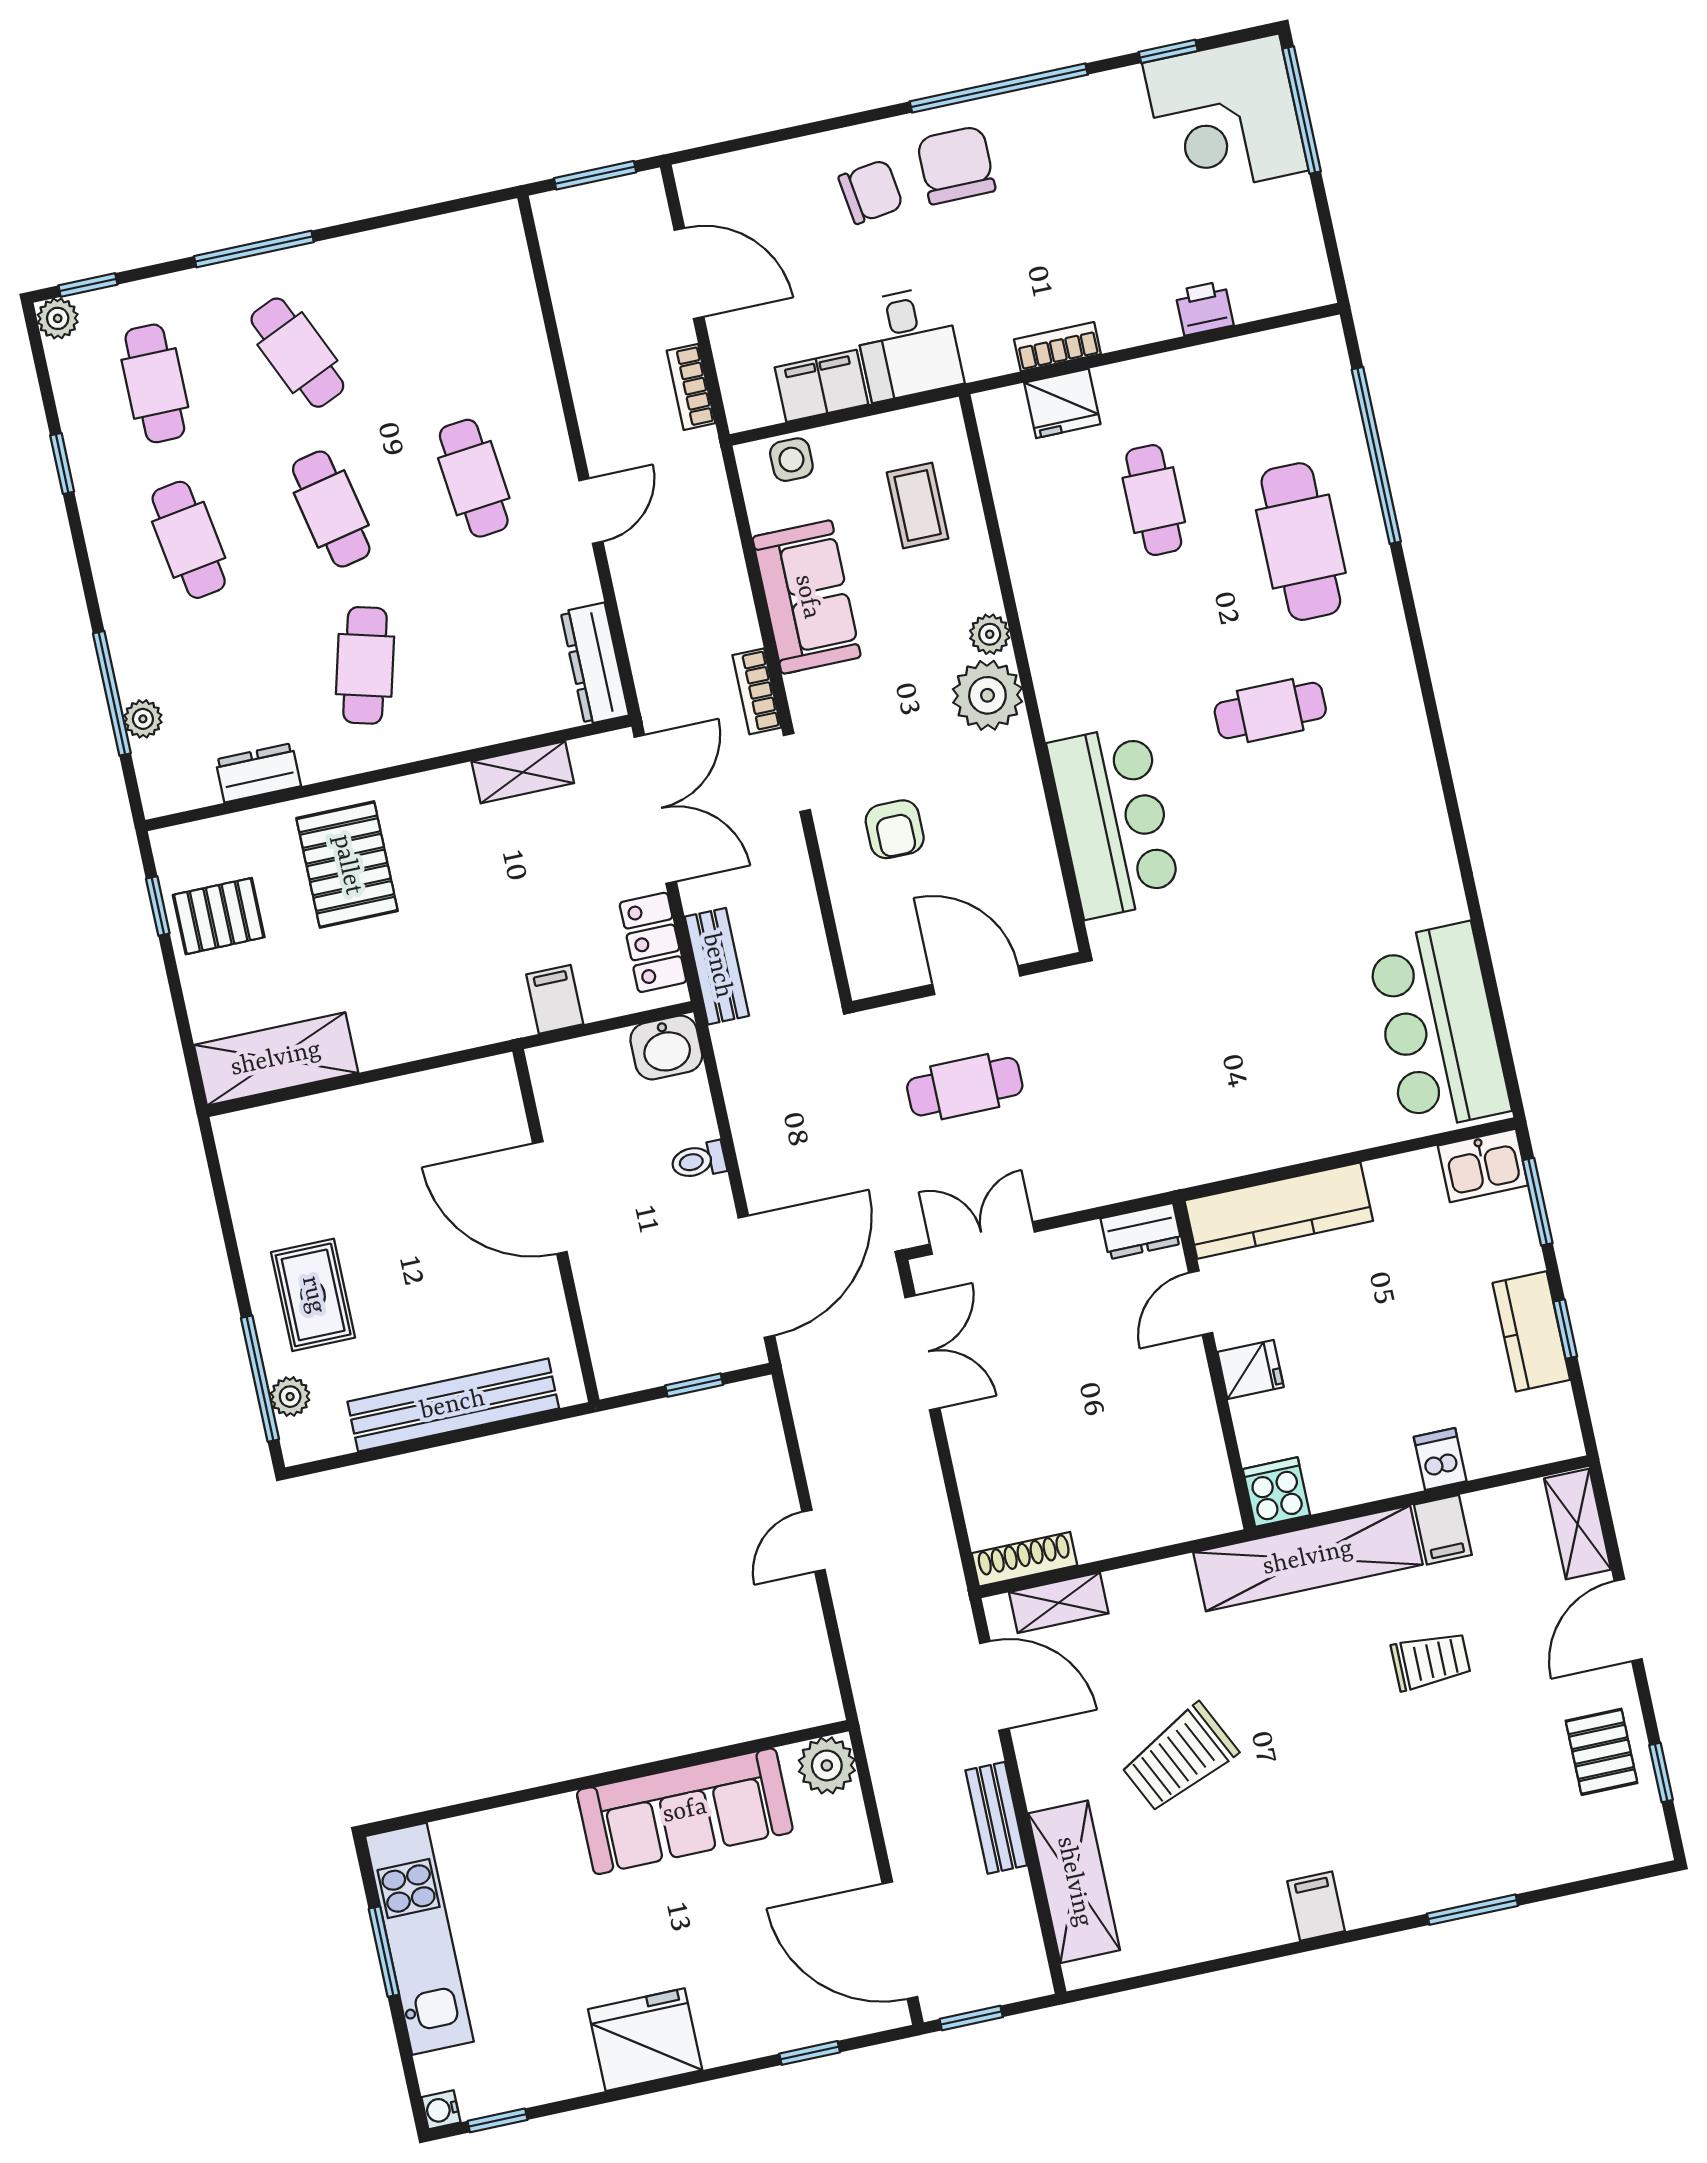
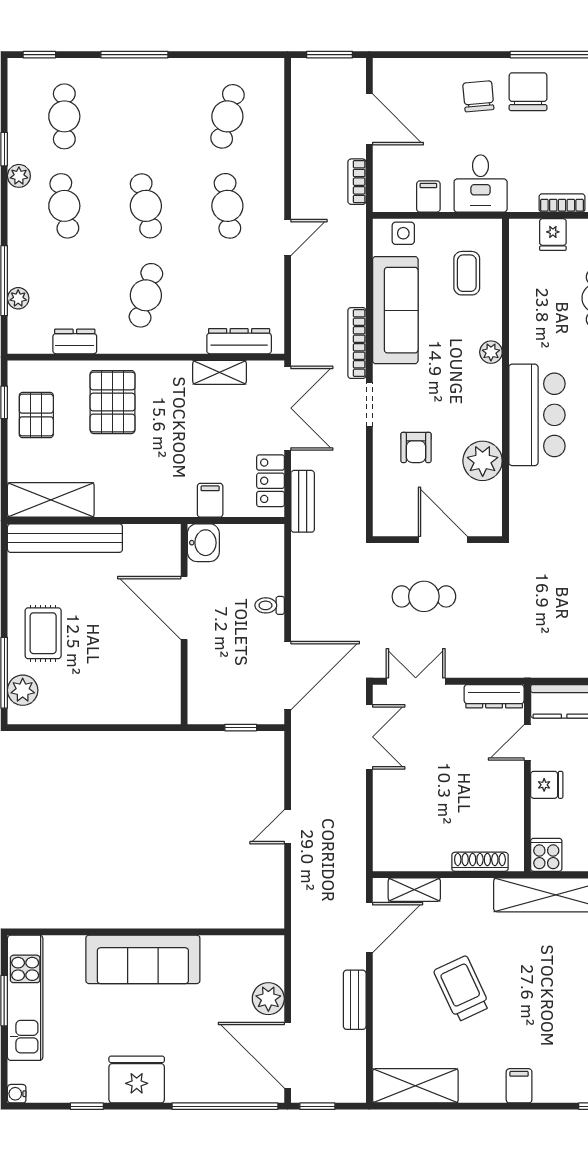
chair: (871, 192) -> (478, 96), turned -87
plant: (58, 318) -> (19, 176), moved
cafe table: (297, 353) -> (227, 116), moved, turned 39
filing cabinet: (821, 386) -> (428, 196), width x0.50
fridge: (1062, 403) -> (553, 235), width x0.72
sofa: (807, 597) -> (395, 310), width x1.36
dresser: (595, 664) -> (239, 341), moved, turned 90
bookcase: (757, 691) -> (357, 343), width x1.56
plant: (987, 695) -> (483, 461), moved
bar counter: (1114, 821) -> (537, 415), moved
pallet: (219, 916) -> (36, 415), turned 90
washbasin: (666, 1048) -> (203, 543), moved, turned -90
dresser: (1141, 1231) -> (494, 696), width x1.44
plant: (290, 1397) -> (23, 690), width x1.38, depth x1.38
bench: (453, 1405) -> (65, 538), moved
shoe rack: (1025, 1559) -> (480, 862), moved
door: (994, 1686) -> (369, 927), hinge flipped
trolley: (1179, 1758) -> (462, 989), turned 91
plant: (827, 1765) -> (268, 999), moved
sofa: (685, 1811) -> (143, 959), moved
shelving: (1074, 1882) -> (415, 1086), moved, turned 90
window: (810, 2053) -> (225, 1106), width x3.17
window: (497, 2120) -> (87, 1106), moved

